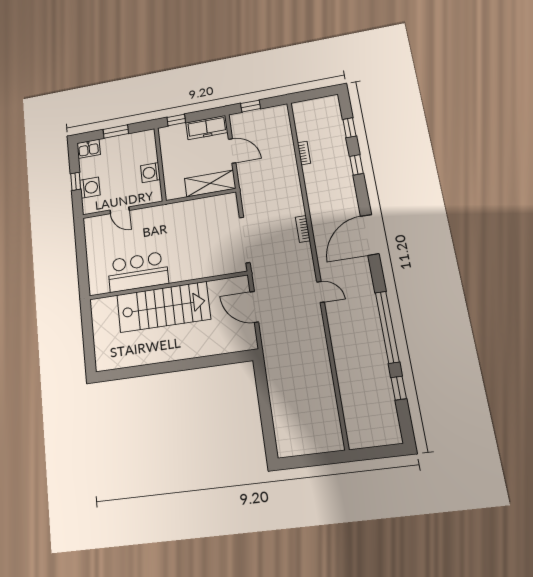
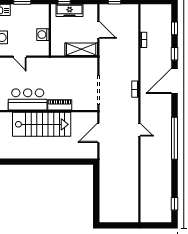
freezer: (207, 128) -> (70, 10), moved
door: (370, 235) -> (174, 81), moved
piano: (188, 272) -> (60, 105), added
door: (254, 307) -> (98, 133), hinge flipped
window: (387, 327) -> (174, 138), moved
window: (399, 388) -> (174, 204), moved

